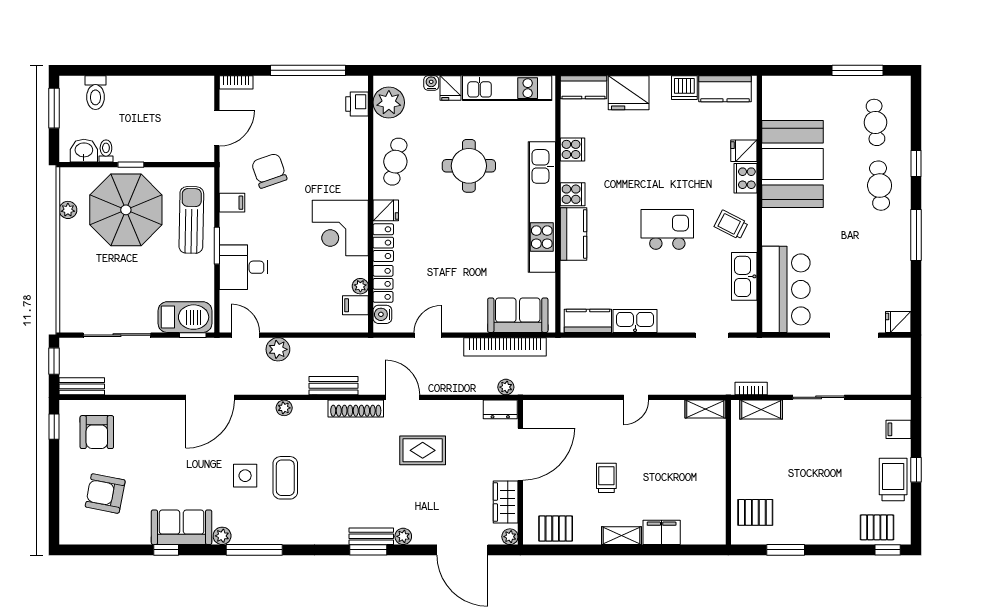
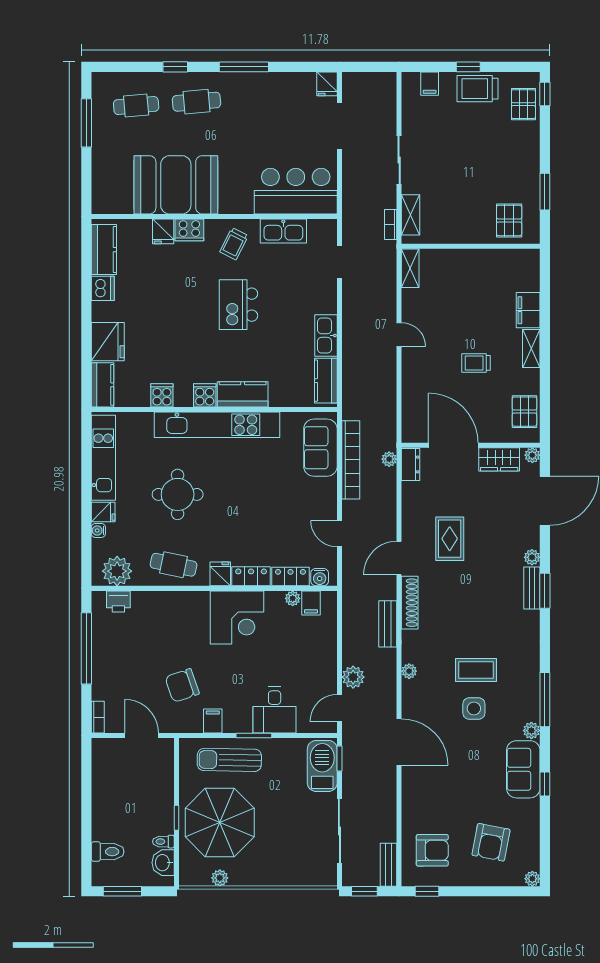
plant: (67, 537) -> (532, 879), added

